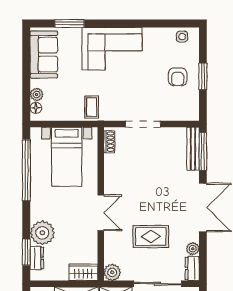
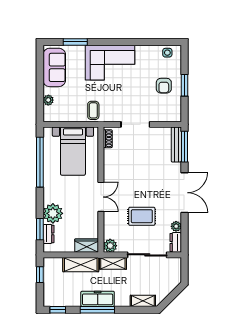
floor lamp: (36, 108) -> (48, 111), removed

